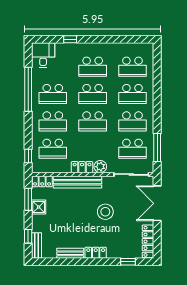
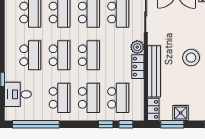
desk: (43, 55) -> (18, 94), moved
window: (28, 89) -> (36, 124), moved
window: (28, 137) -> (106, 124), added
stool: (105, 212) -> (191, 58), moved

